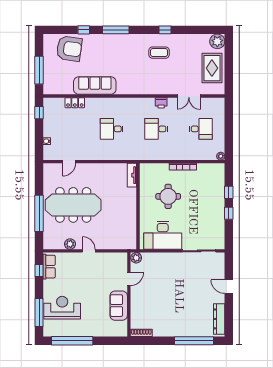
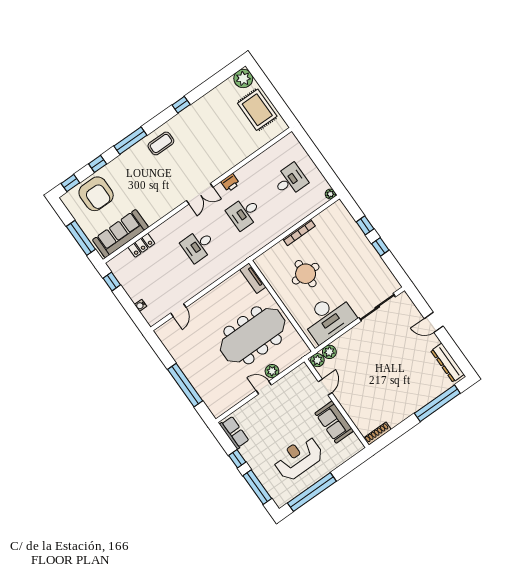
window: (57, 30) -> (70, 183), added
armchair: (69, 49) -> (96, 194), turned 82
coffee table: (159, 53) -> (161, 143), moved
sofa: (95, 86) -> (120, 234), moved
double door: (189, 96) -> (200, 194), moved
meeting table: (73, 205) -> (253, 335), moved
plant: (70, 244) -> (272, 371), moved
plant: (148, 258) -> (329, 352), added
window: (39, 271) -> (237, 459), moved
reception desk: (62, 308) -> (298, 458), moved

